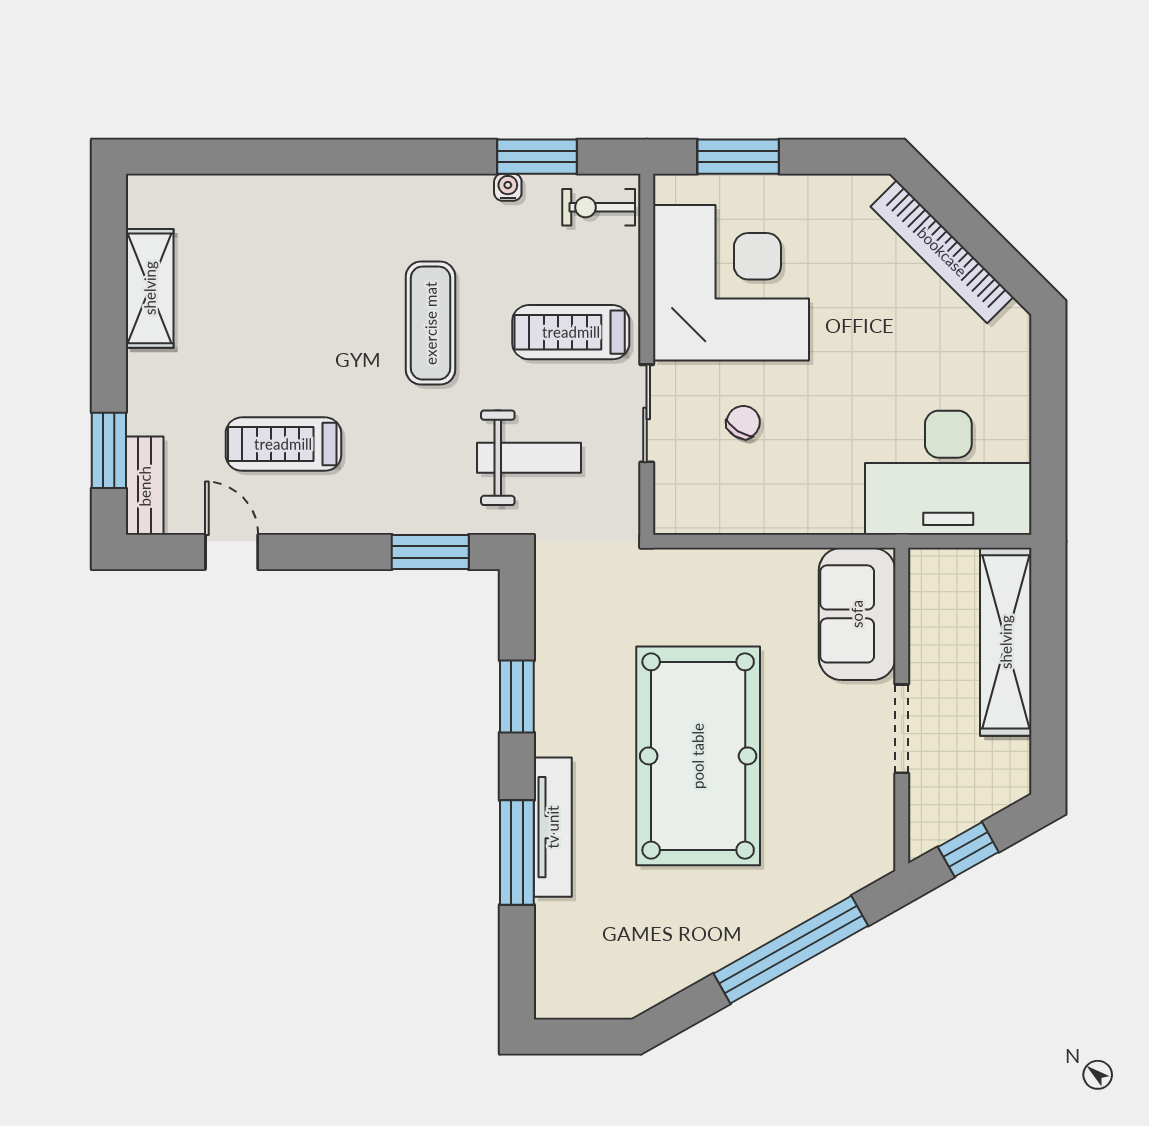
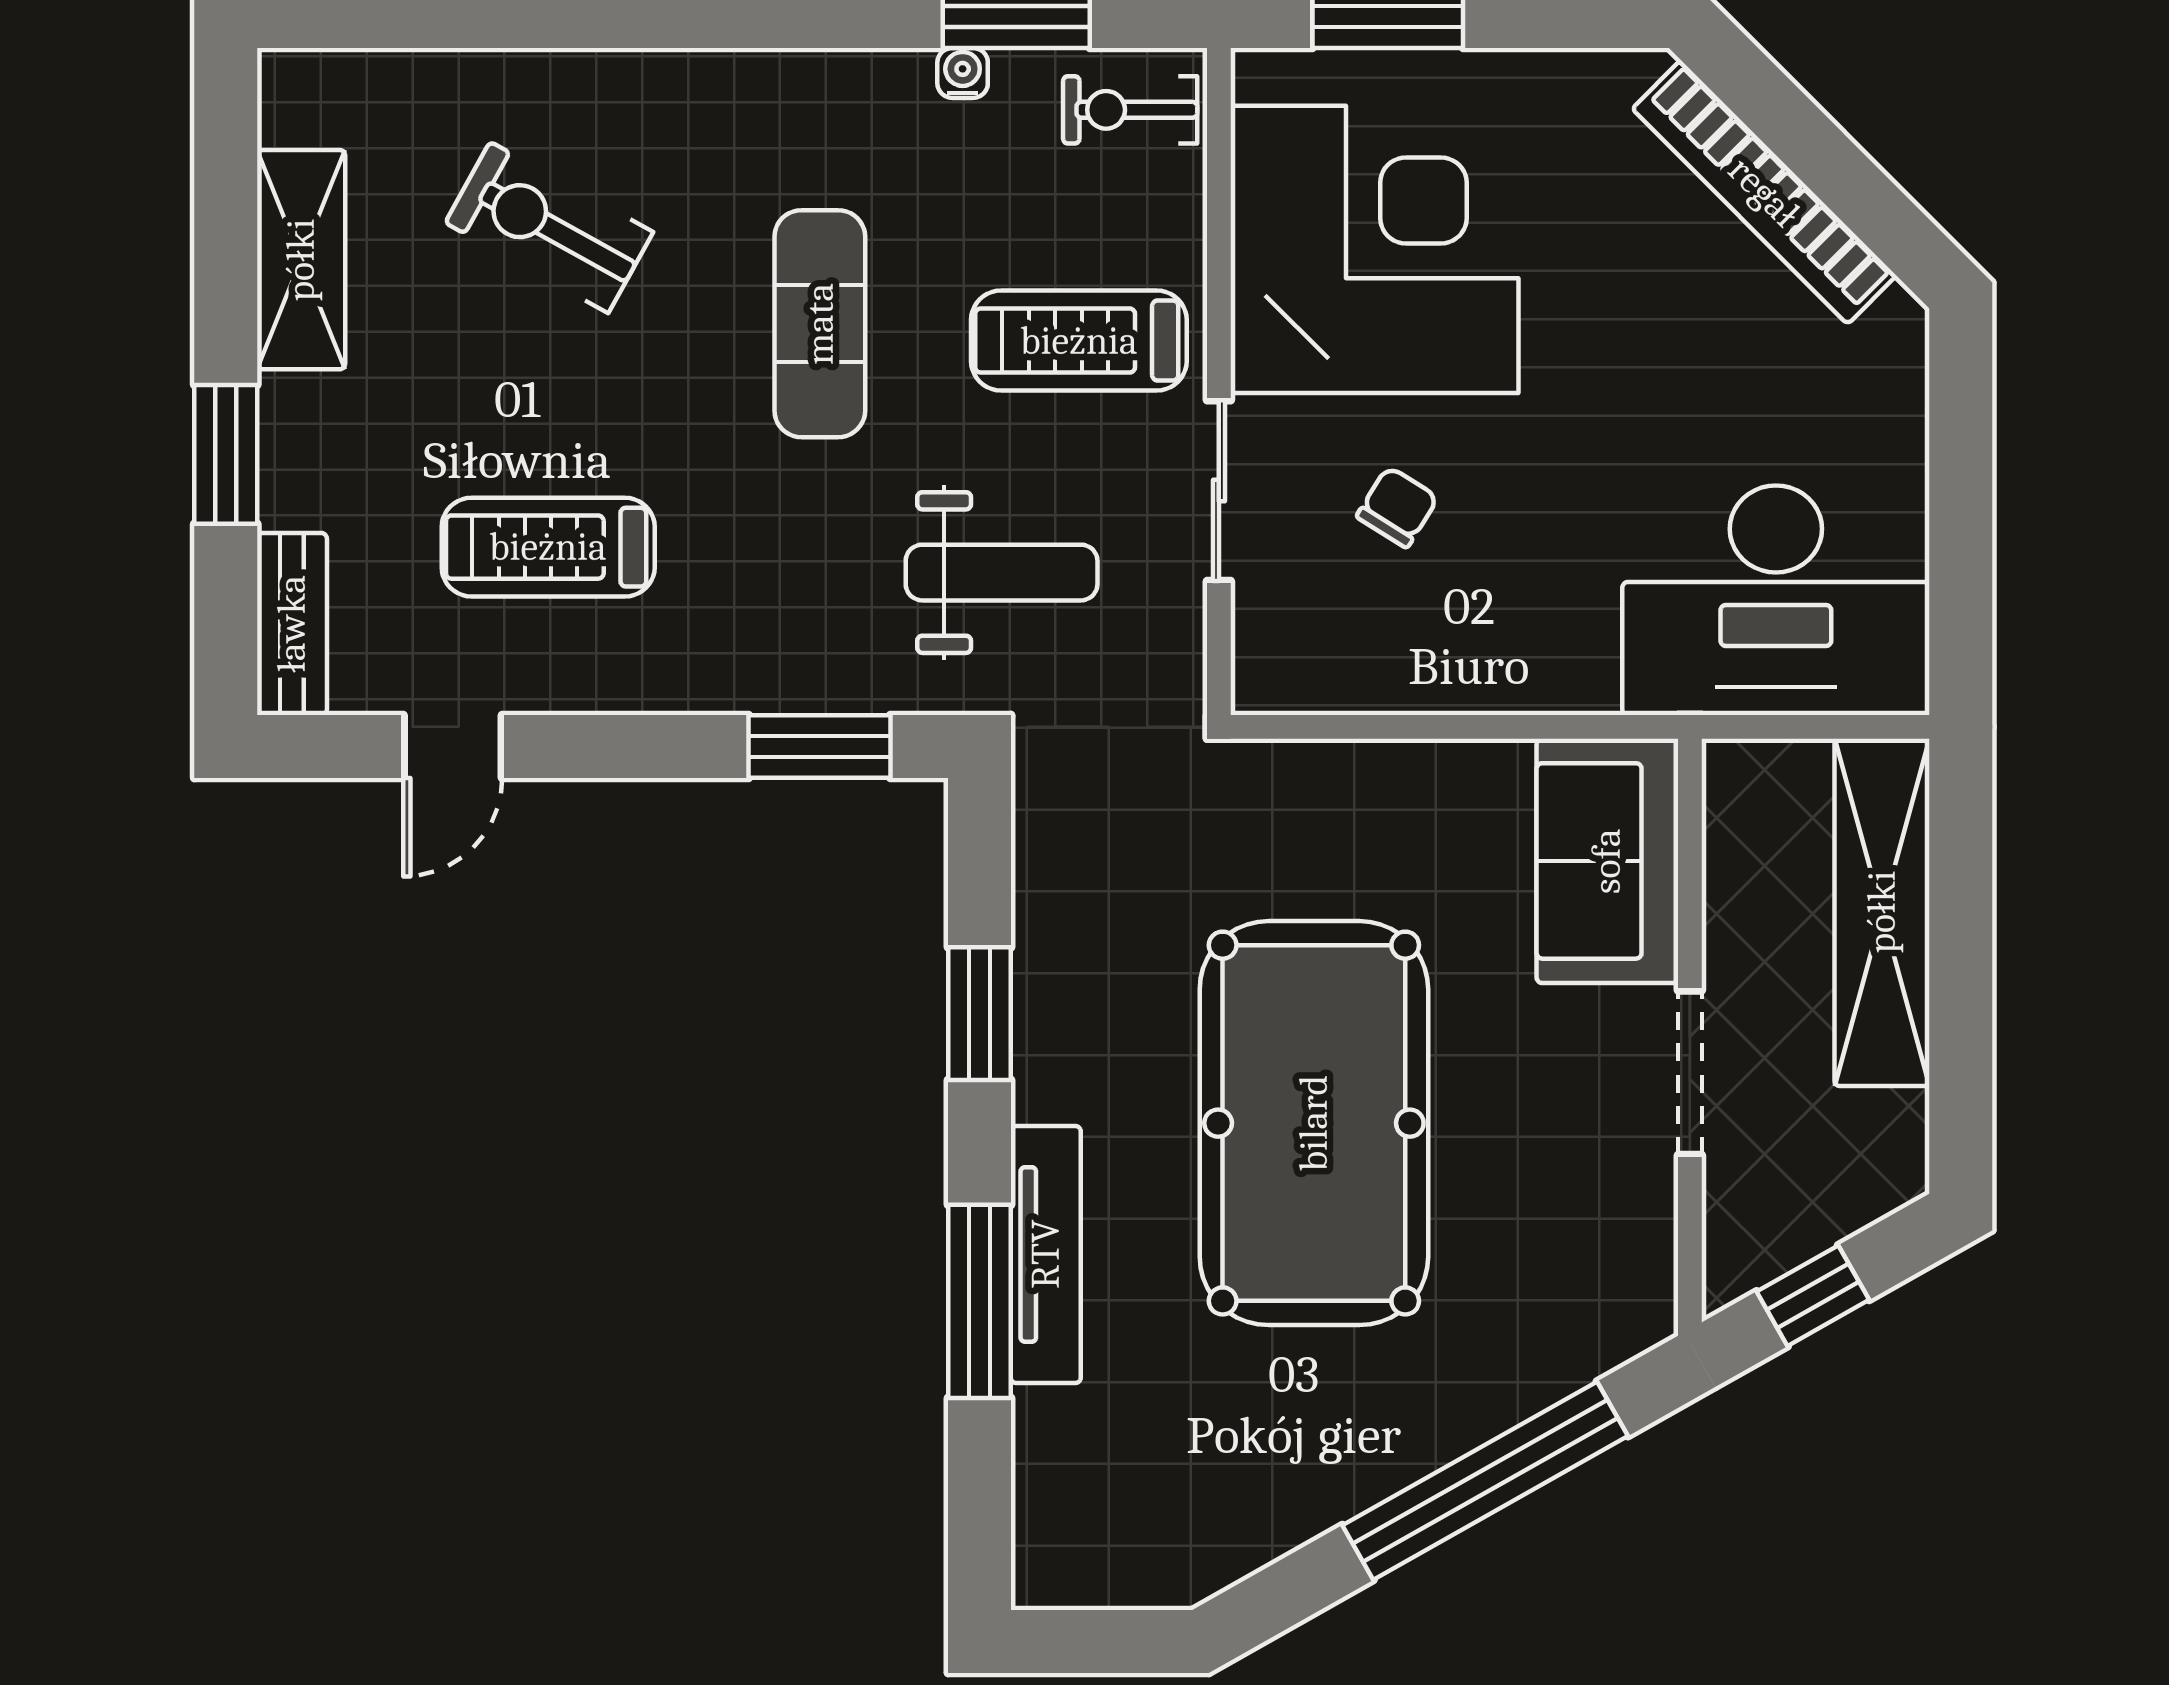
exercise bike: (284, 271) -> (549, 227), added
window: (109, 450) -> (226, 454), moved
door: (232, 552) -> (453, 746), swing flipped

